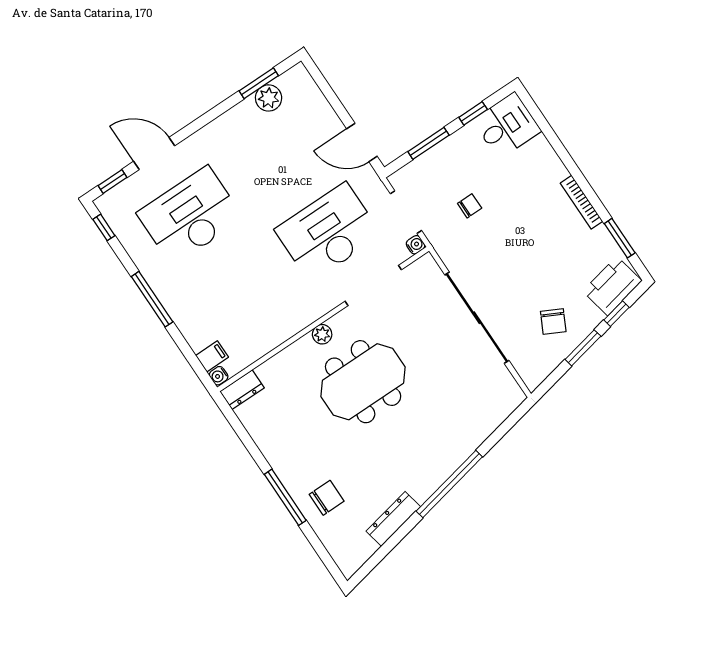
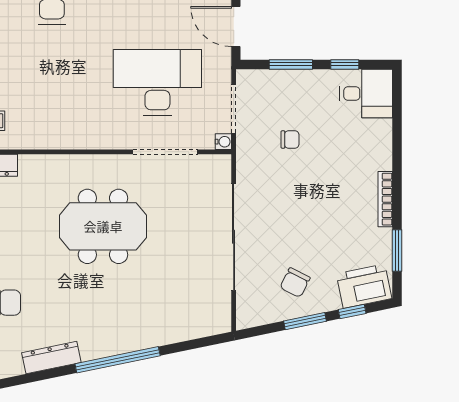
plant: (322, 334) -> (95, 164), removed

